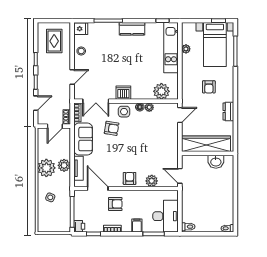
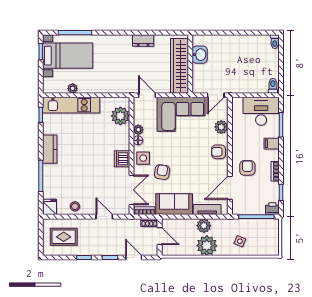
armchair: (209, 87) -> (115, 63), removed
corner sofa: (163, 145) -> (181, 114), added

